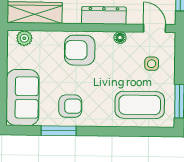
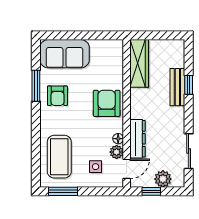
dresser: (104, 15) -> (137, 139), moved
plant: (24, 38) -> (117, 152), moved

